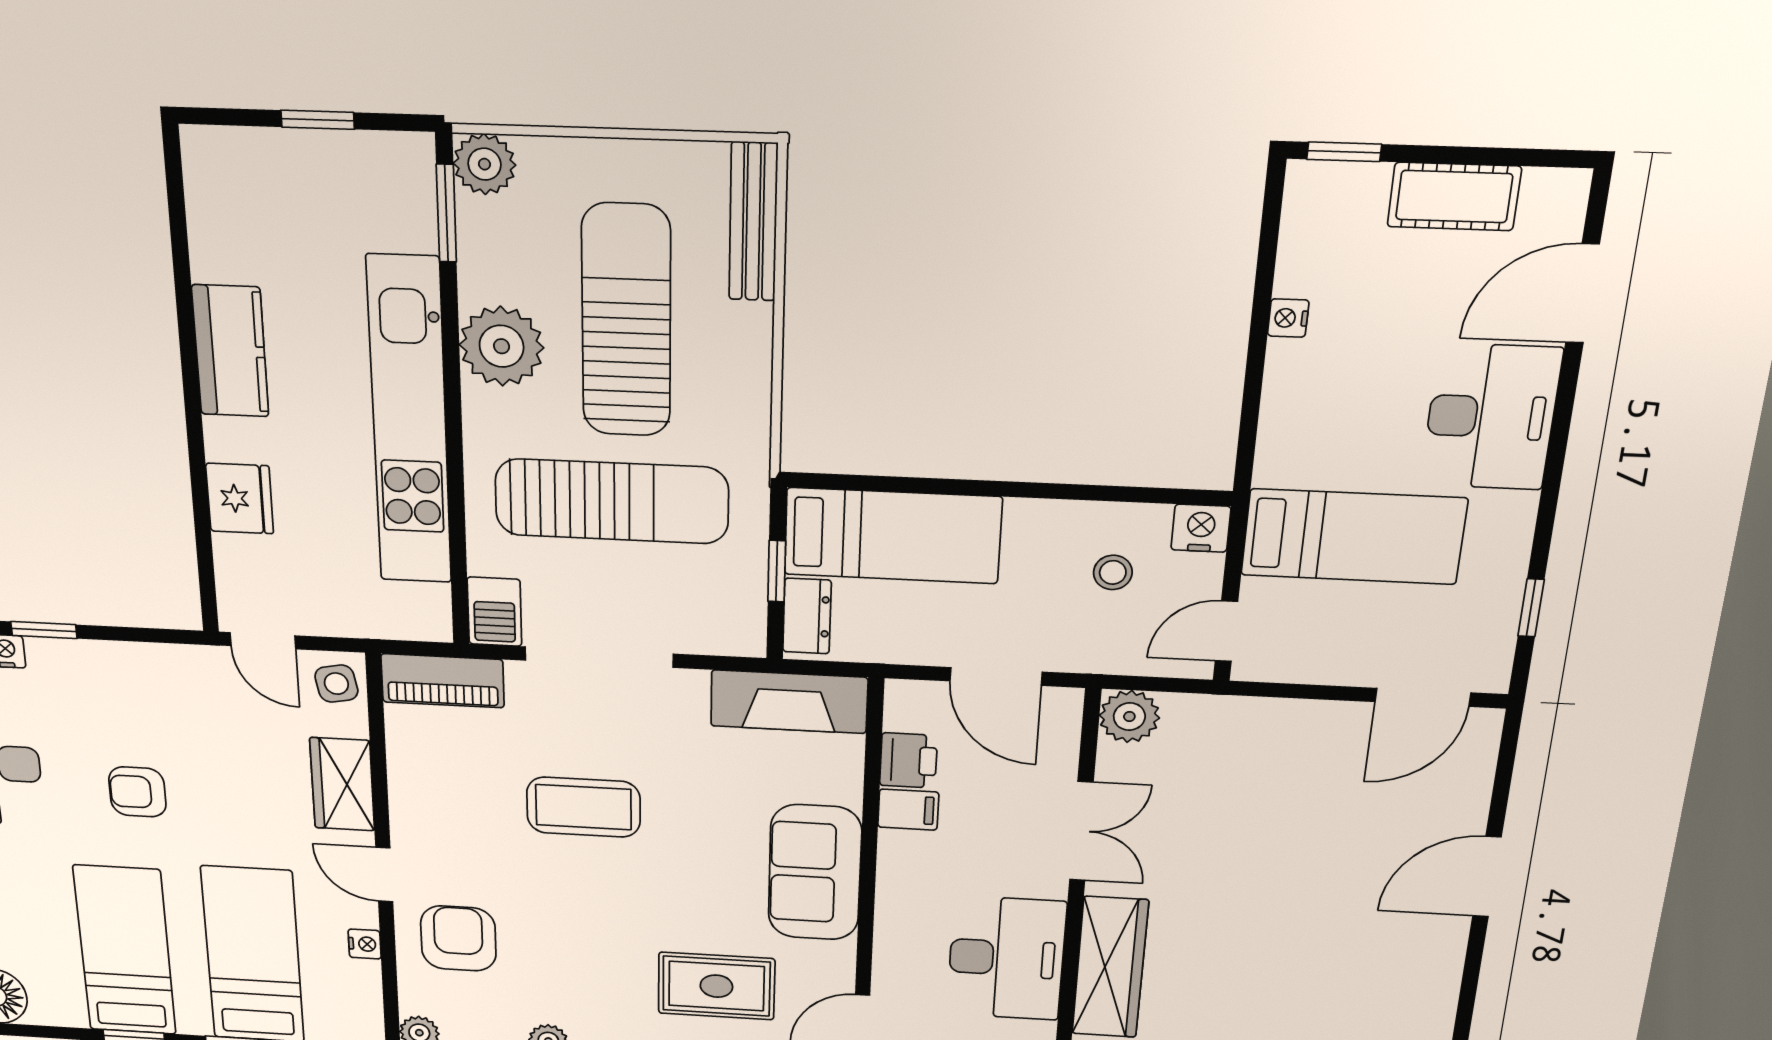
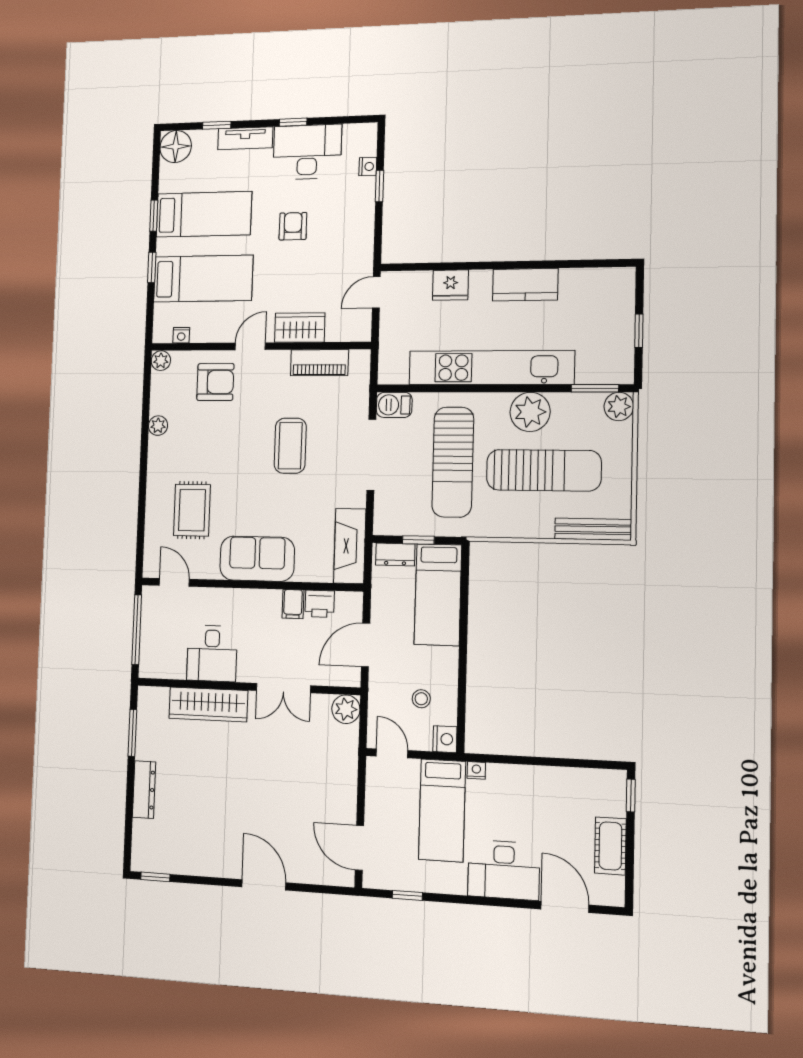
nightstand: (1288, 318) -> (476, 770), moved
piano: (443, 681) -> (319, 363), moved, turned -90
side table: (336, 684) -> (354, 327), removed
nightstand: (365, 944) -> (181, 335), moved
desk: (1006, 958) -> (212, 653), width x0.73

